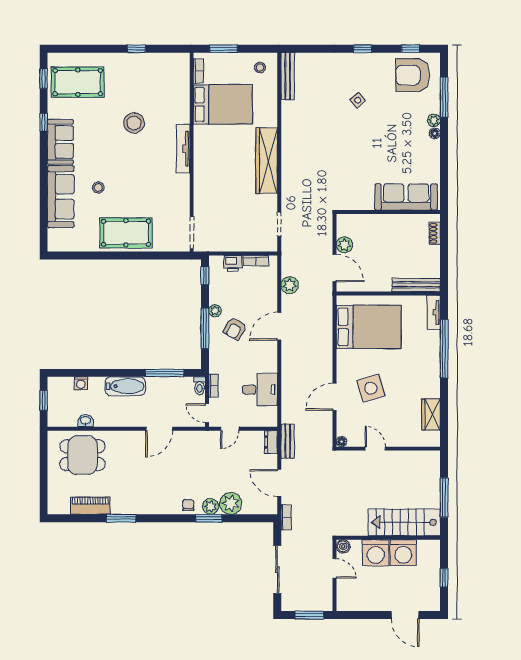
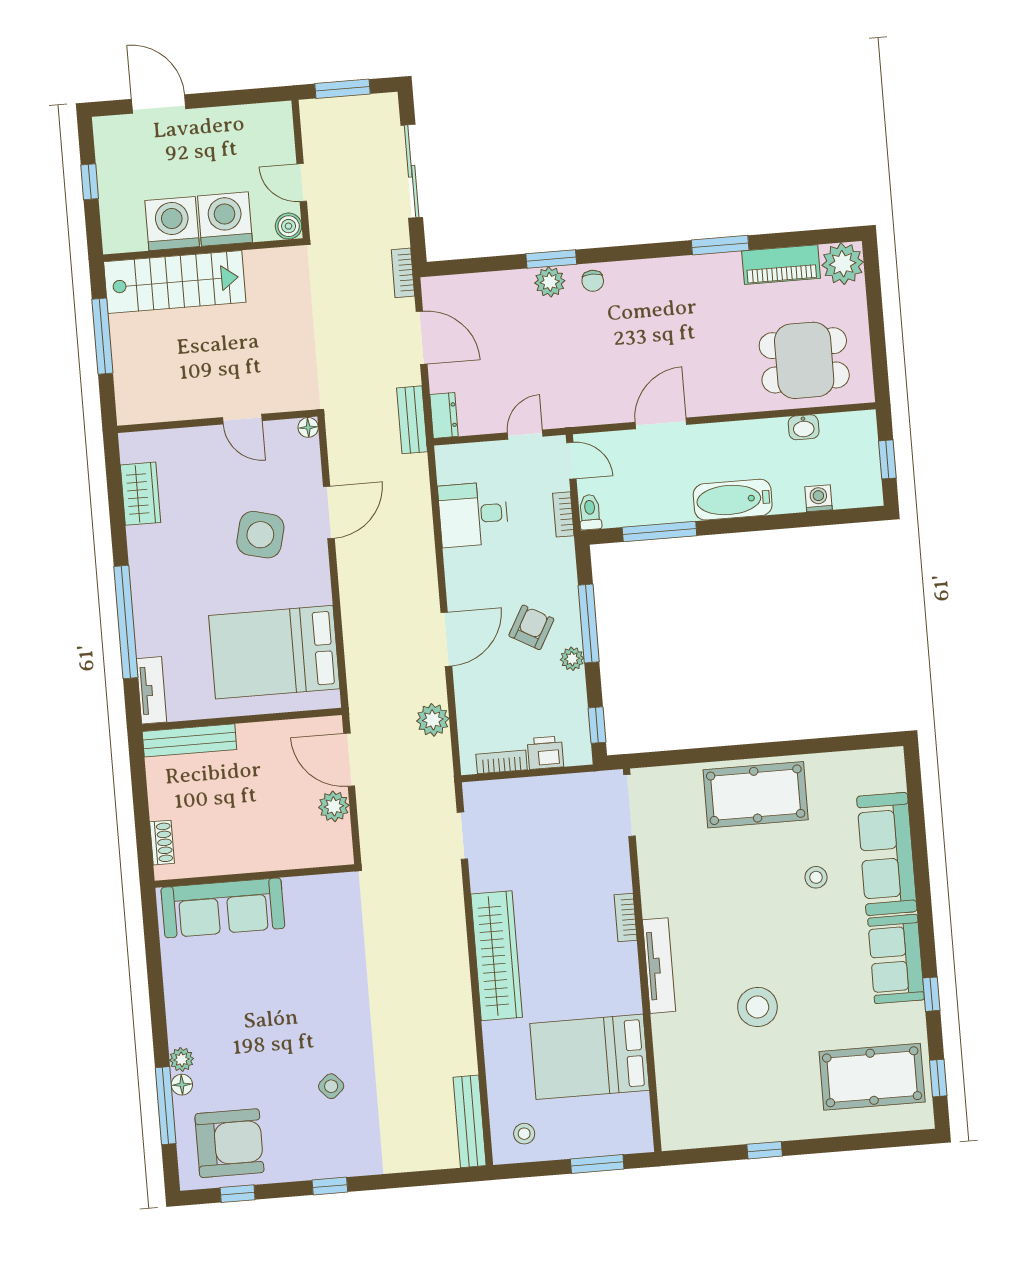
bookcase: (198, 71) -> (626, 917), moved
floor lamp: (435, 133) -> (182, 1085), moved
side table: (371, 388) -> (260, 535), turned 31
plant: (231, 503) -> (843, 264), moved

